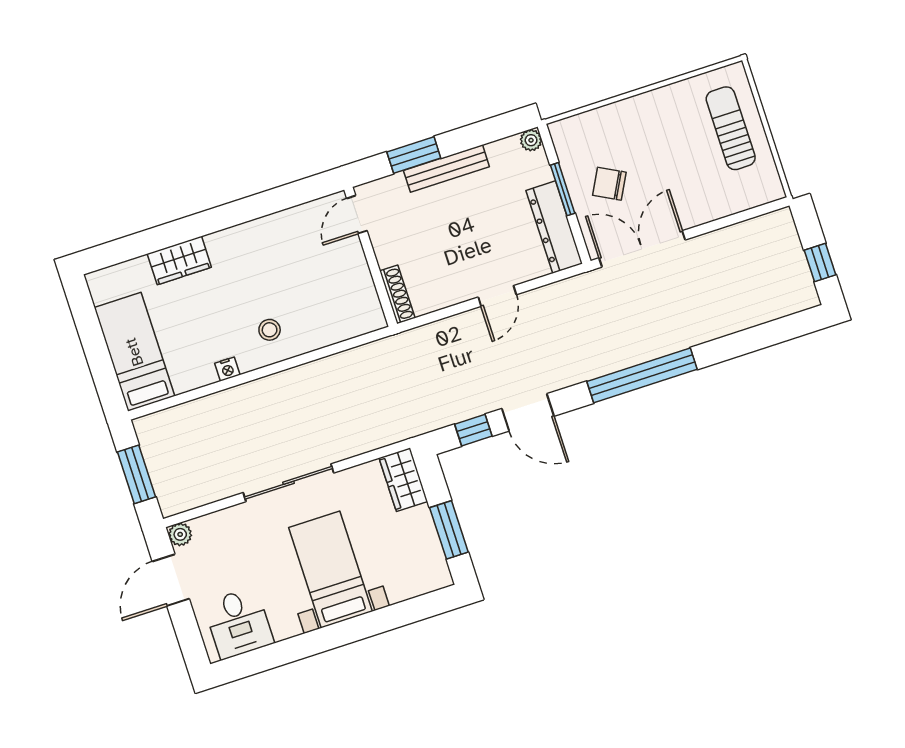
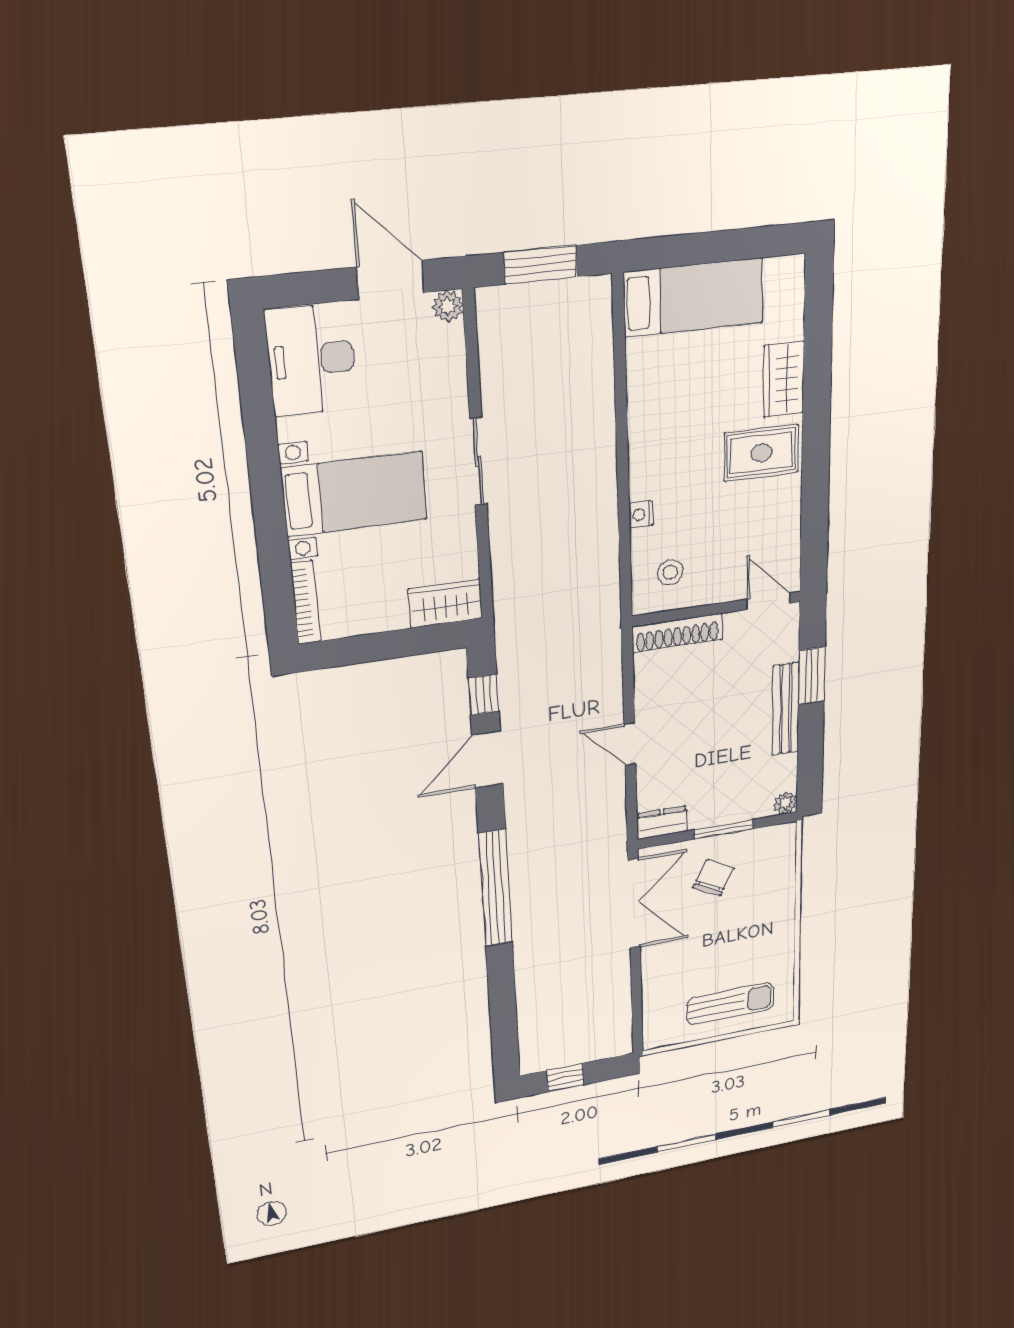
dresser: (554, 227) -> (662, 823), width x0.51, depth x0.80
rug: (239, 260) -> (761, 453), added
shoe rack: (397, 294) -> (677, 633), width x1.36, depth x1.24
stool: (270, 330) -> (670, 572), moved
nightstand: (227, 369) -> (641, 514), moved
sliding door: (289, 483) -> (478, 461), width x0.73
window: (449, 530) -> (370, 648), removed
bookcase: (421, 587) -> (305, 602), added
desk: (239, 623) -> (311, 360), width x1.37

